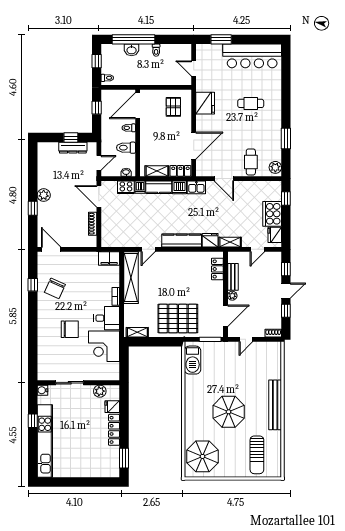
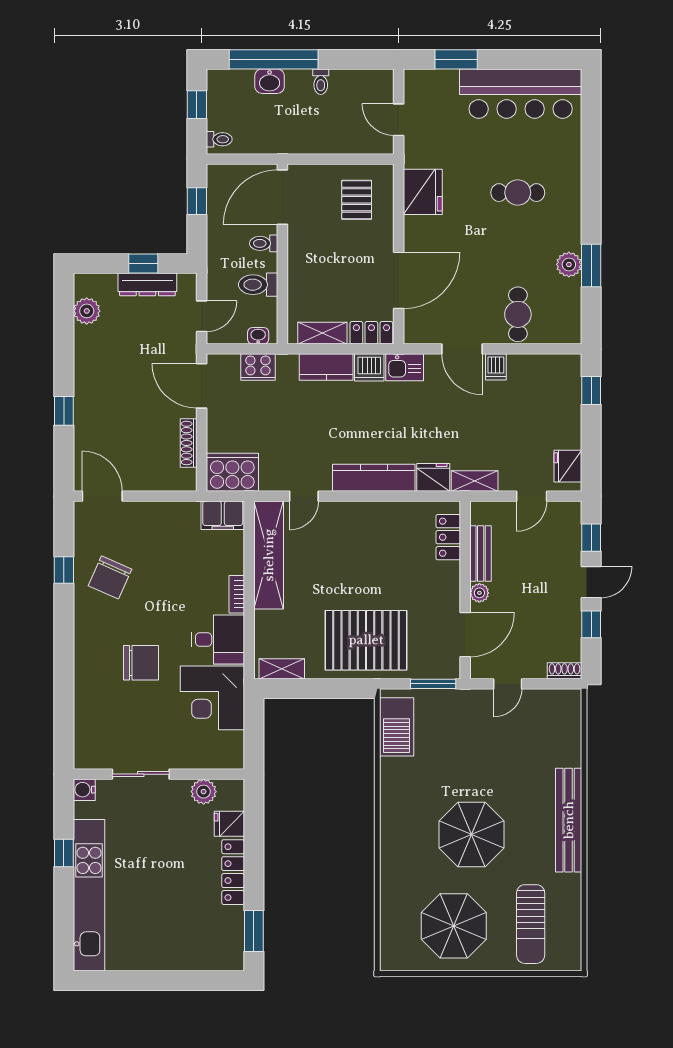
plant: (275, 167) -> (569, 264), moved
dishwasher: (140, 187) -> (496, 367), moved
plant: (44, 195) -> (87, 311), moved
cooker: (272, 214) -> (232, 472), moved, turned 90
parasol: (203, 456) -> (454, 926), moved

